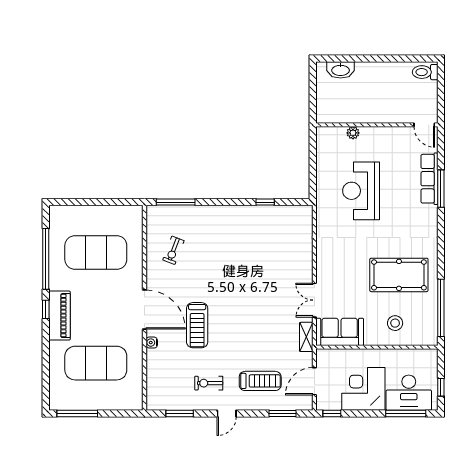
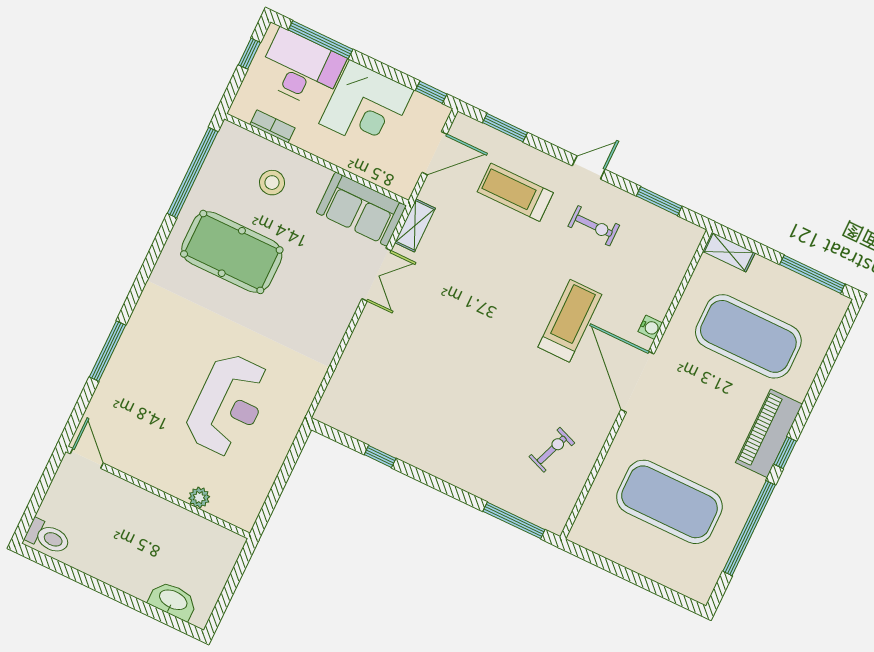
row of seats: (429, 179) -> (118, 374), removed
bookcase: (409, 354) -> (272, 126), added
shelving: (128, 404) -> (729, 252), added

